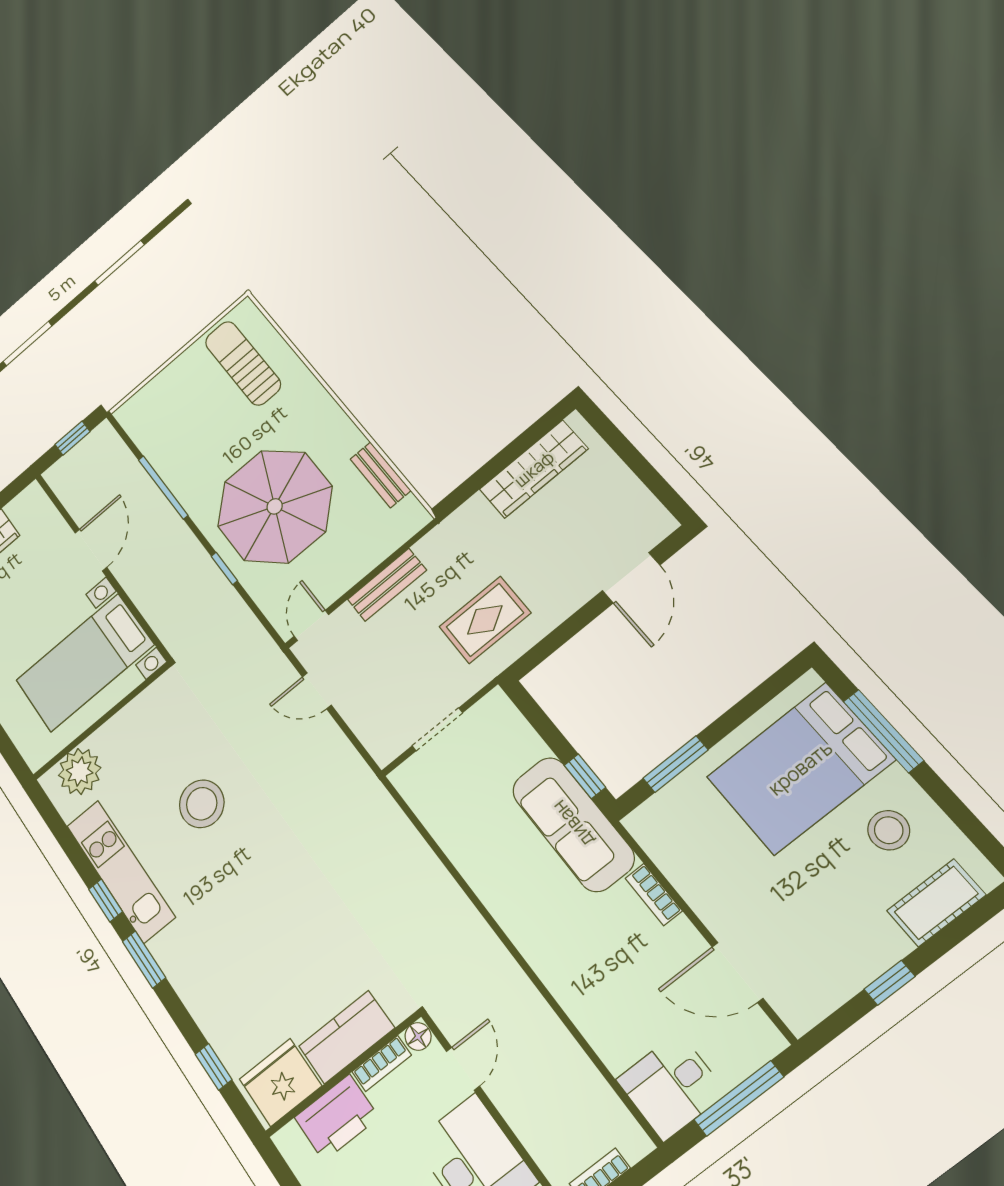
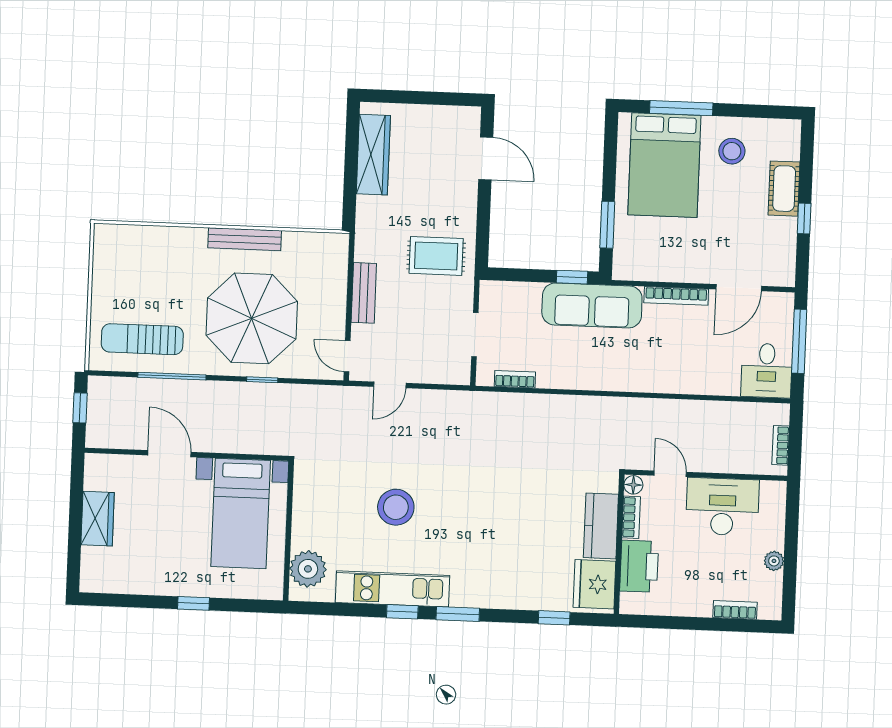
sun lounger: (243, 363) -> (142, 339), moved
bench: (380, 475) -> (245, 239), moved, width x1.36
rug: (485, 620) -> (436, 256), turned 90
bookcase: (426, 811) -> (515, 379), added
bookcase: (654, 894) -> (676, 296), width x1.56
cot: (936, 903) -> (784, 189), moved

